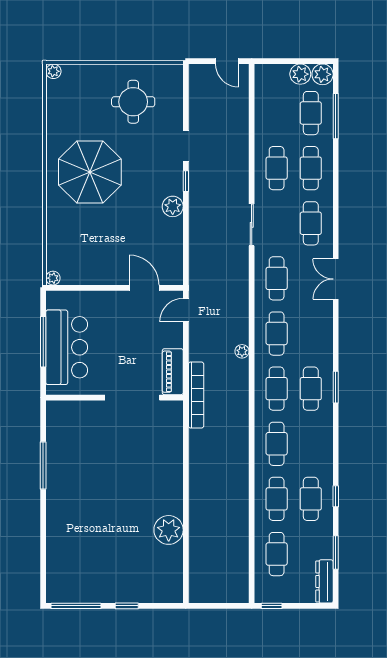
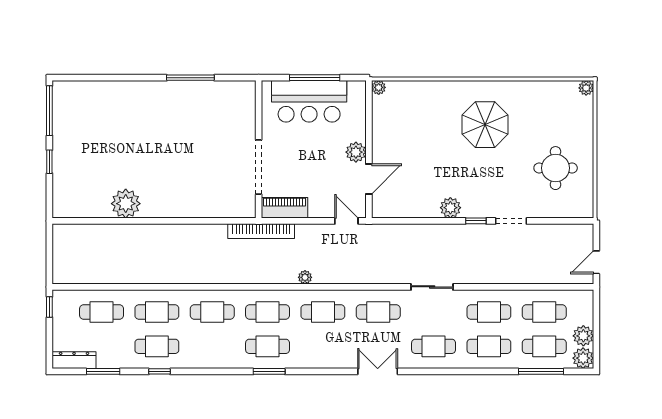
cafe table: (277, 113) -> (544, 312), added
parasol: (90, 172) -> (485, 125), width x0.73, depth x0.73
plant: (117, 301) -> (356, 152), added

